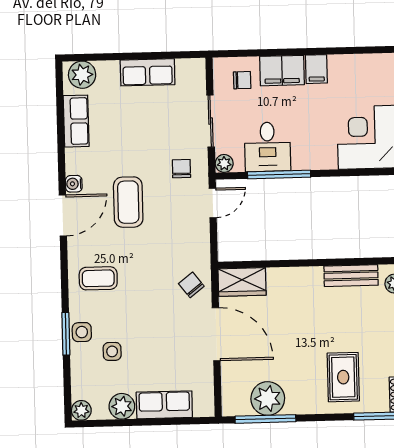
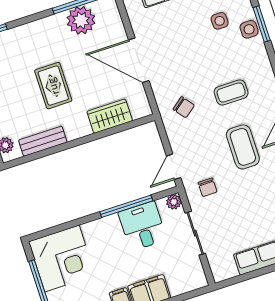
chair: (242, 80) -> (179, 274), removed
coffee table: (98, 278) -> (231, 92), moved
wardrobe: (242, 282) -> (110, 116), moved
chair: (191, 285) -> (184, 107), moved
rug: (343, 377) -> (53, 86), moved

